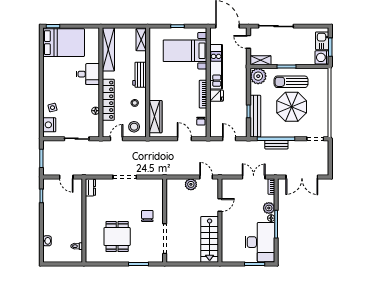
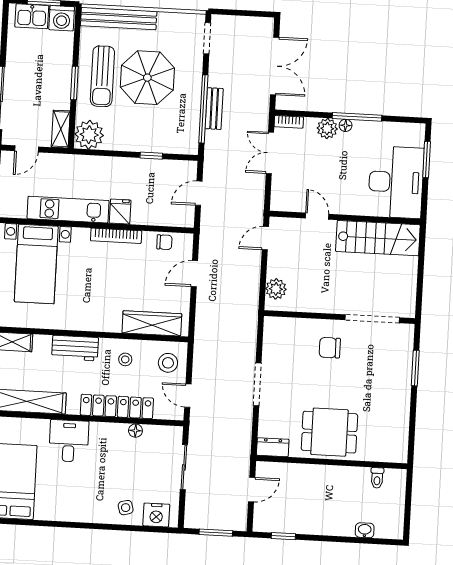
bench: (255, 116) -> (119, 19), moved
plant: (191, 184) -> (276, 289), moved
dining table: (117, 237) -> (329, 432), moved
desk: (260, 242) -> (396, 182), moved, turned 90

